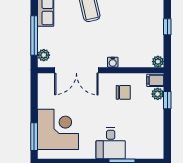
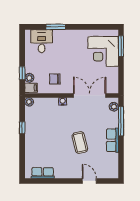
desk: (111, 143) -> (42, 41), moved

